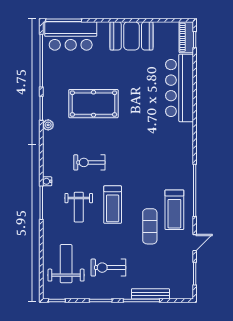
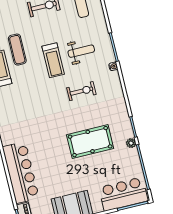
plant: (48, 125) -> (131, 143), moved
treadmill: (113, 205) -> (53, 60), turned 180
weight bench: (79, 207) -> (81, 51), turned 90

